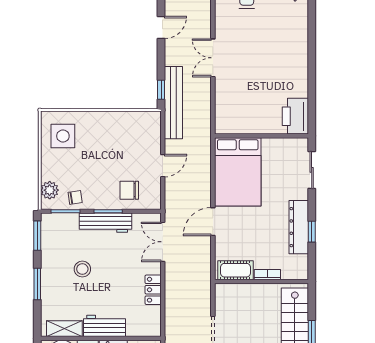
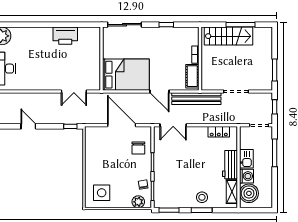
double door: (213, 58) -> (74, 91), moved
bench: (173, 103) -> (196, 99), moved
printer: (295, 116) -> (65, 36), moved
door: (163, 166) -> (122, 125), width x1.88
sliding door: (312, 170) -> (125, 25), width x1.37
workbench: (105, 223) -> (160, 164), removed
dresser: (299, 227) -> (163, 33), removed
stool: (82, 269) -> (202, 197), moved
locker: (153, 290) -> (219, 132), moved

